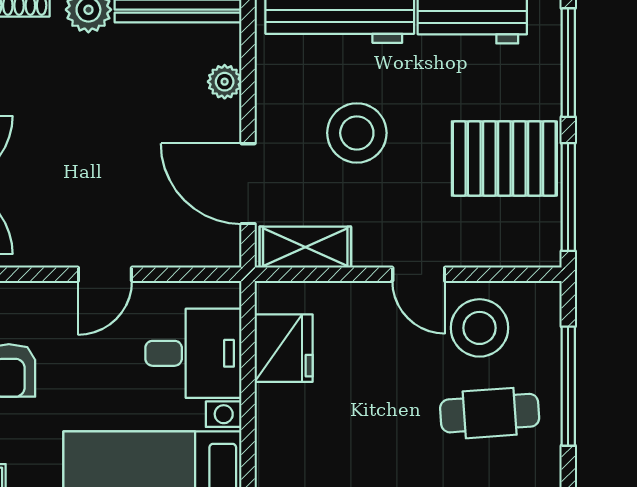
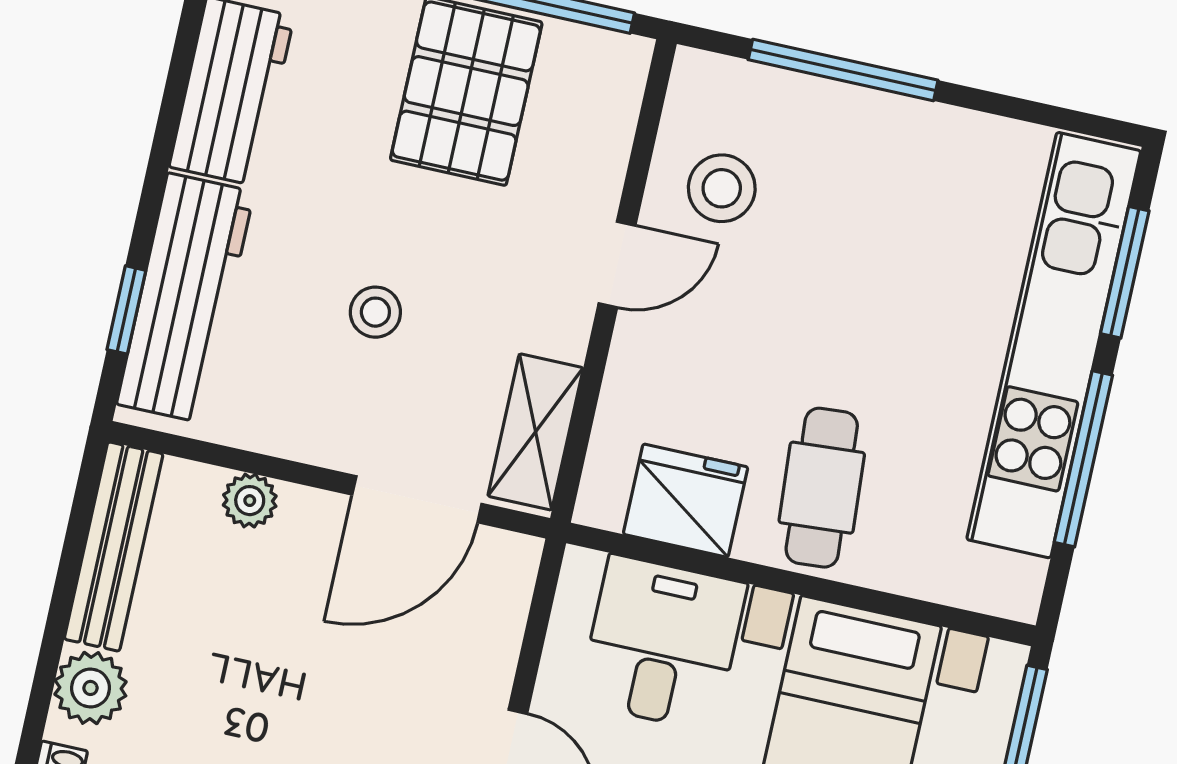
stool: (357, 133) -> (375, 312), width x0.53, depth x0.53
stool: (480, 328) -> (722, 188), width x0.73, depth x0.73
cafe table: (490, 413) -> (822, 488), moved

